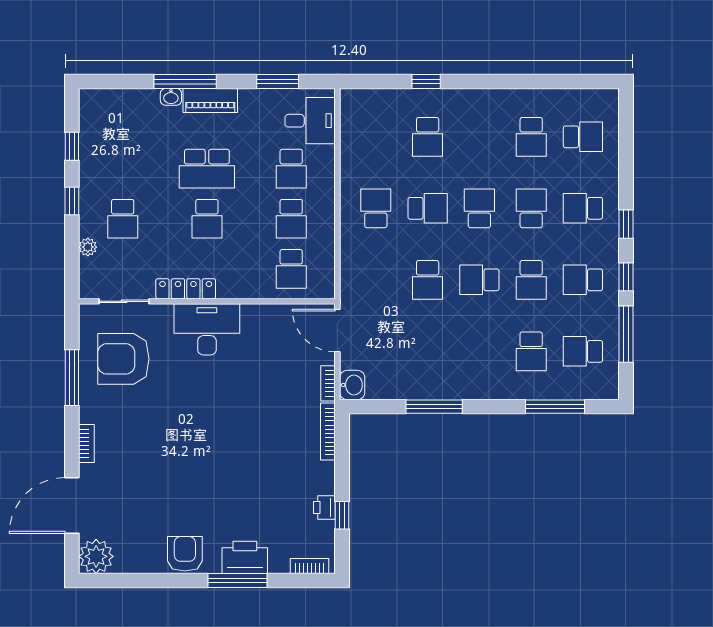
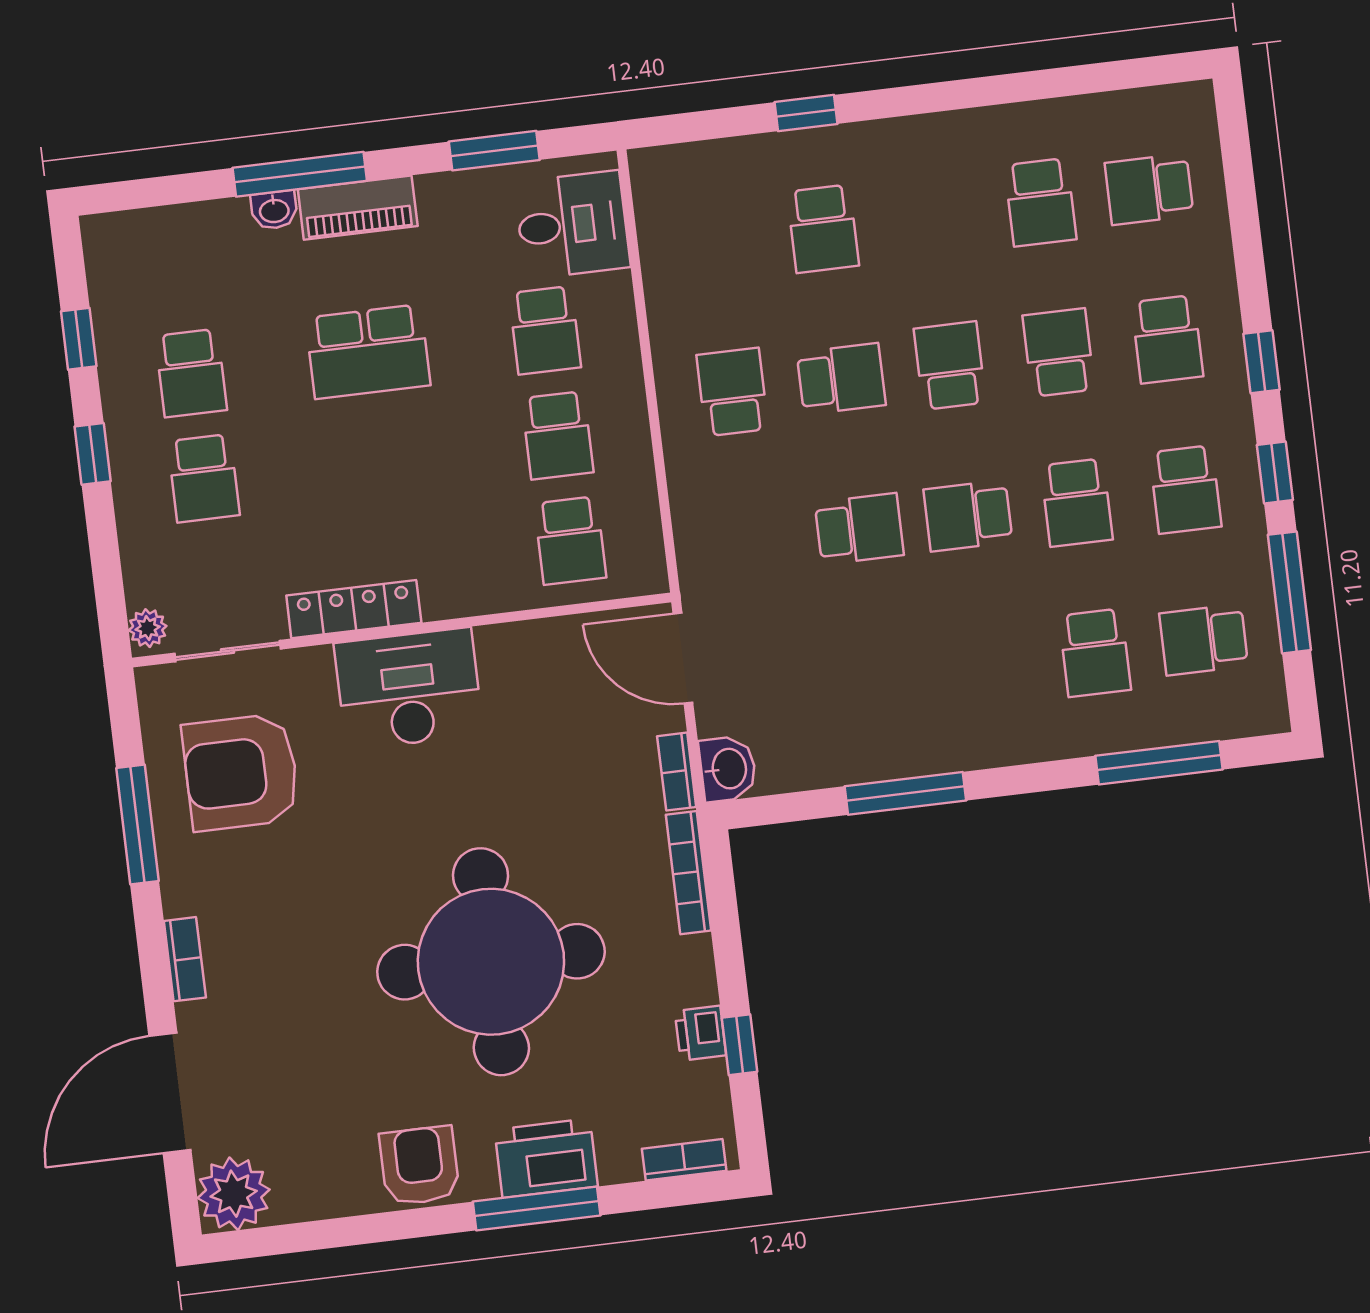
school desk: (583, 137) -> (1149, 189), turned 180
school desk: (583, 208) -> (1167, 339), turned -90
school desk: (207, 219) -> (191, 373), moved
plant: (88, 247) -> (148, 628), moved
school desk: (428, 280) -> (859, 529), turned -90
school desk: (583, 280) -> (1185, 489), turned -90
round table: (230, 462) -> (491, 962), added

